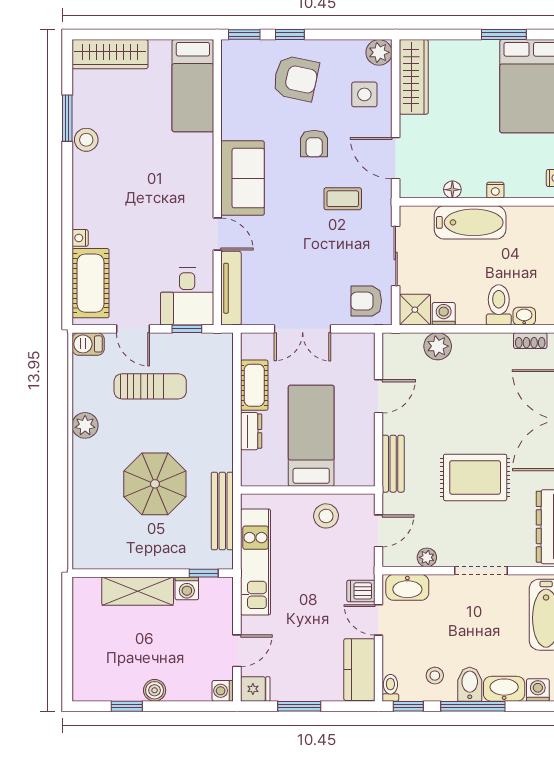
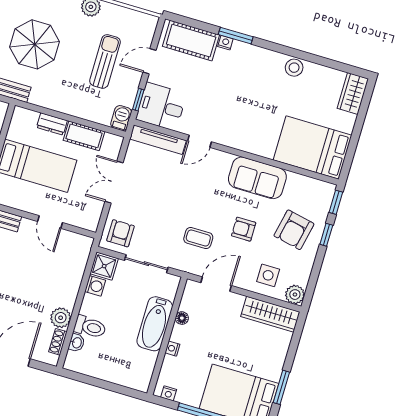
wardrobe: (110, 54) -> (353, 93), width x0.67
bed: (193, 86) -> (312, 148), width x1.50
window: (67, 118) -> (236, 36), moved
sofa: (243, 178) -> (257, 178), moved
coffee table: (343, 199) -> (198, 238), turned 90
barbecue: (88, 344) -> (121, 118), moved
plant: (438, 346) -> (61, 318), moved
sun lounger: (150, 386) -> (105, 61), turned 180

